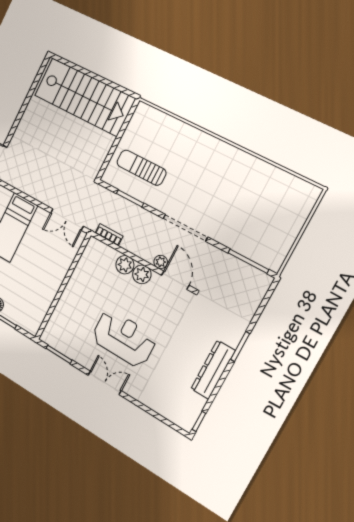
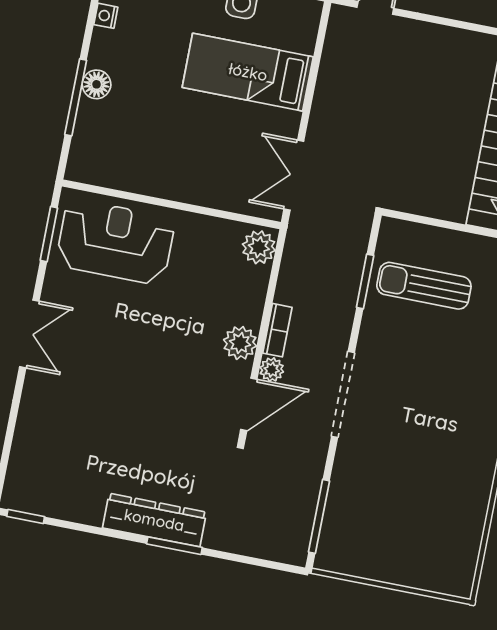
sun lounger: (141, 168) -> (424, 286), turned -90
bookcase: (109, 235) -> (277, 330), moved
plant: (125, 265) -> (259, 247), moved
reception desk: (124, 338) -> (115, 242), moved, turned -90
dresser: (213, 370) -> (154, 520), moved

